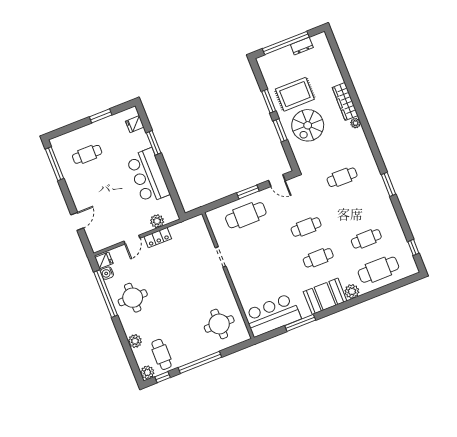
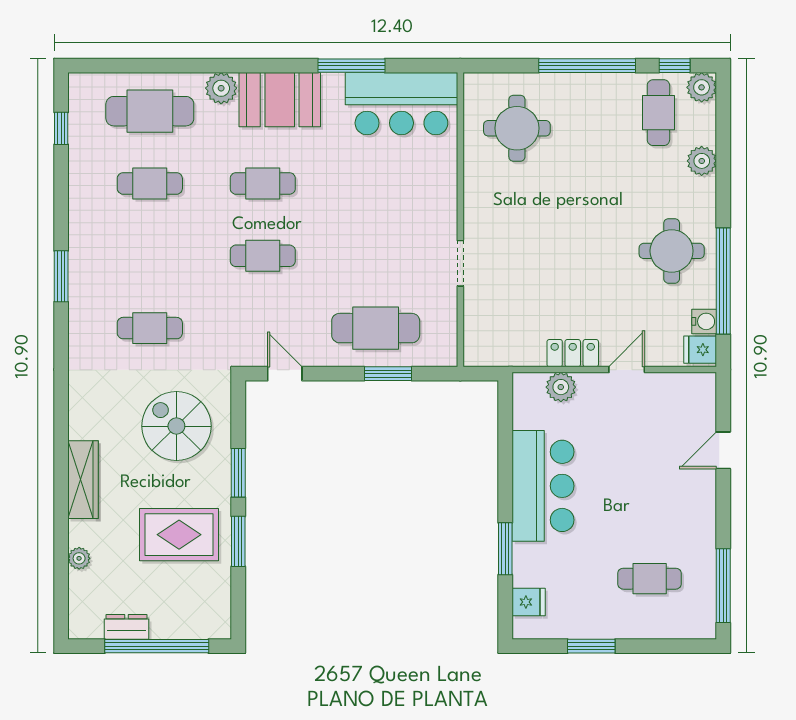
plant: (356, 123) -> (79, 558), moved
spiral stairs: (308, 125) -> (176, 426), moved, turned -90
window: (248, 192) -> (388, 374), moved

